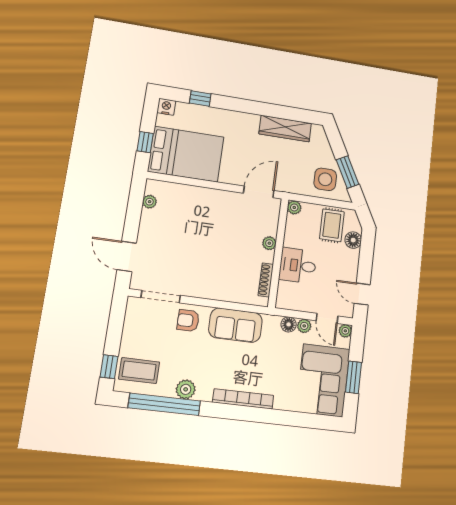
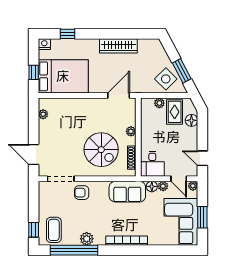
wardrobe: (285, 128) -> (118, 46), moved
side table: (325, 179) -> (166, 79), turned 45
plant: (294, 207) -> (159, 103), moved
spiral stairs: (225, 263) -> (101, 150), added
desk: (298, 266) -> (152, 164), moved, turned -90
sofa: (235, 325) -> (127, 192), moved
coffee table: (139, 371) -> (54, 230), turned 90

